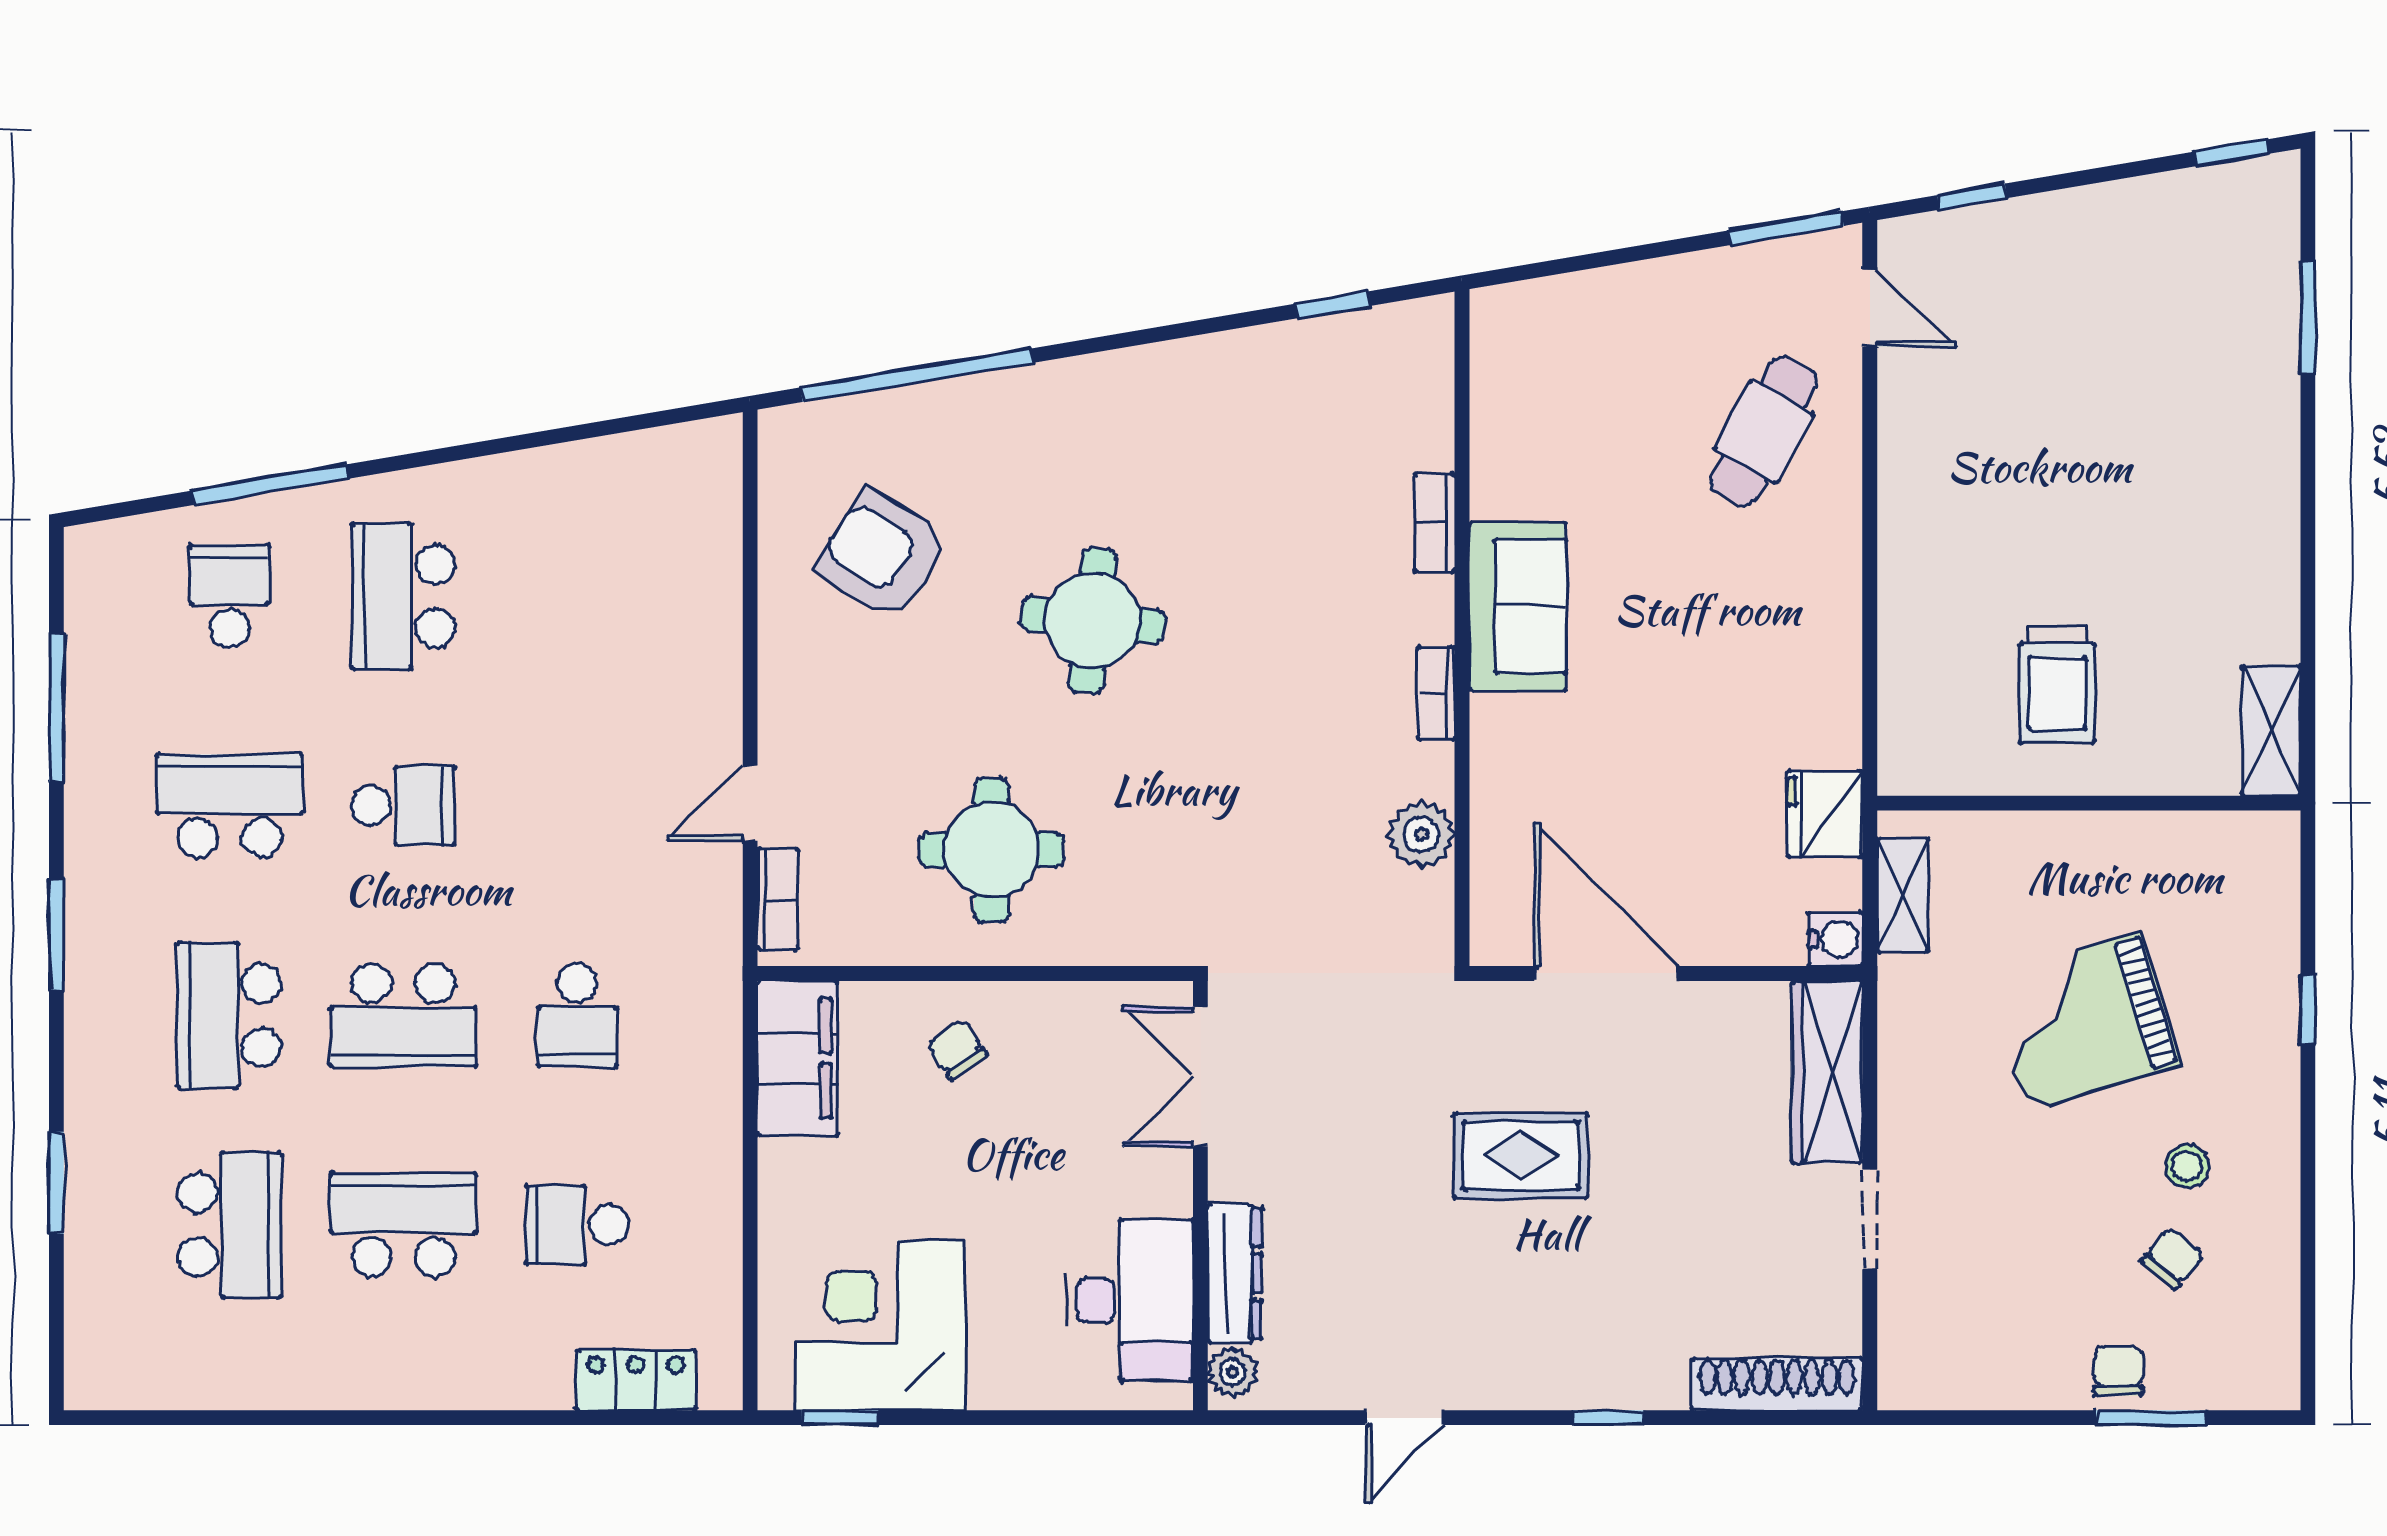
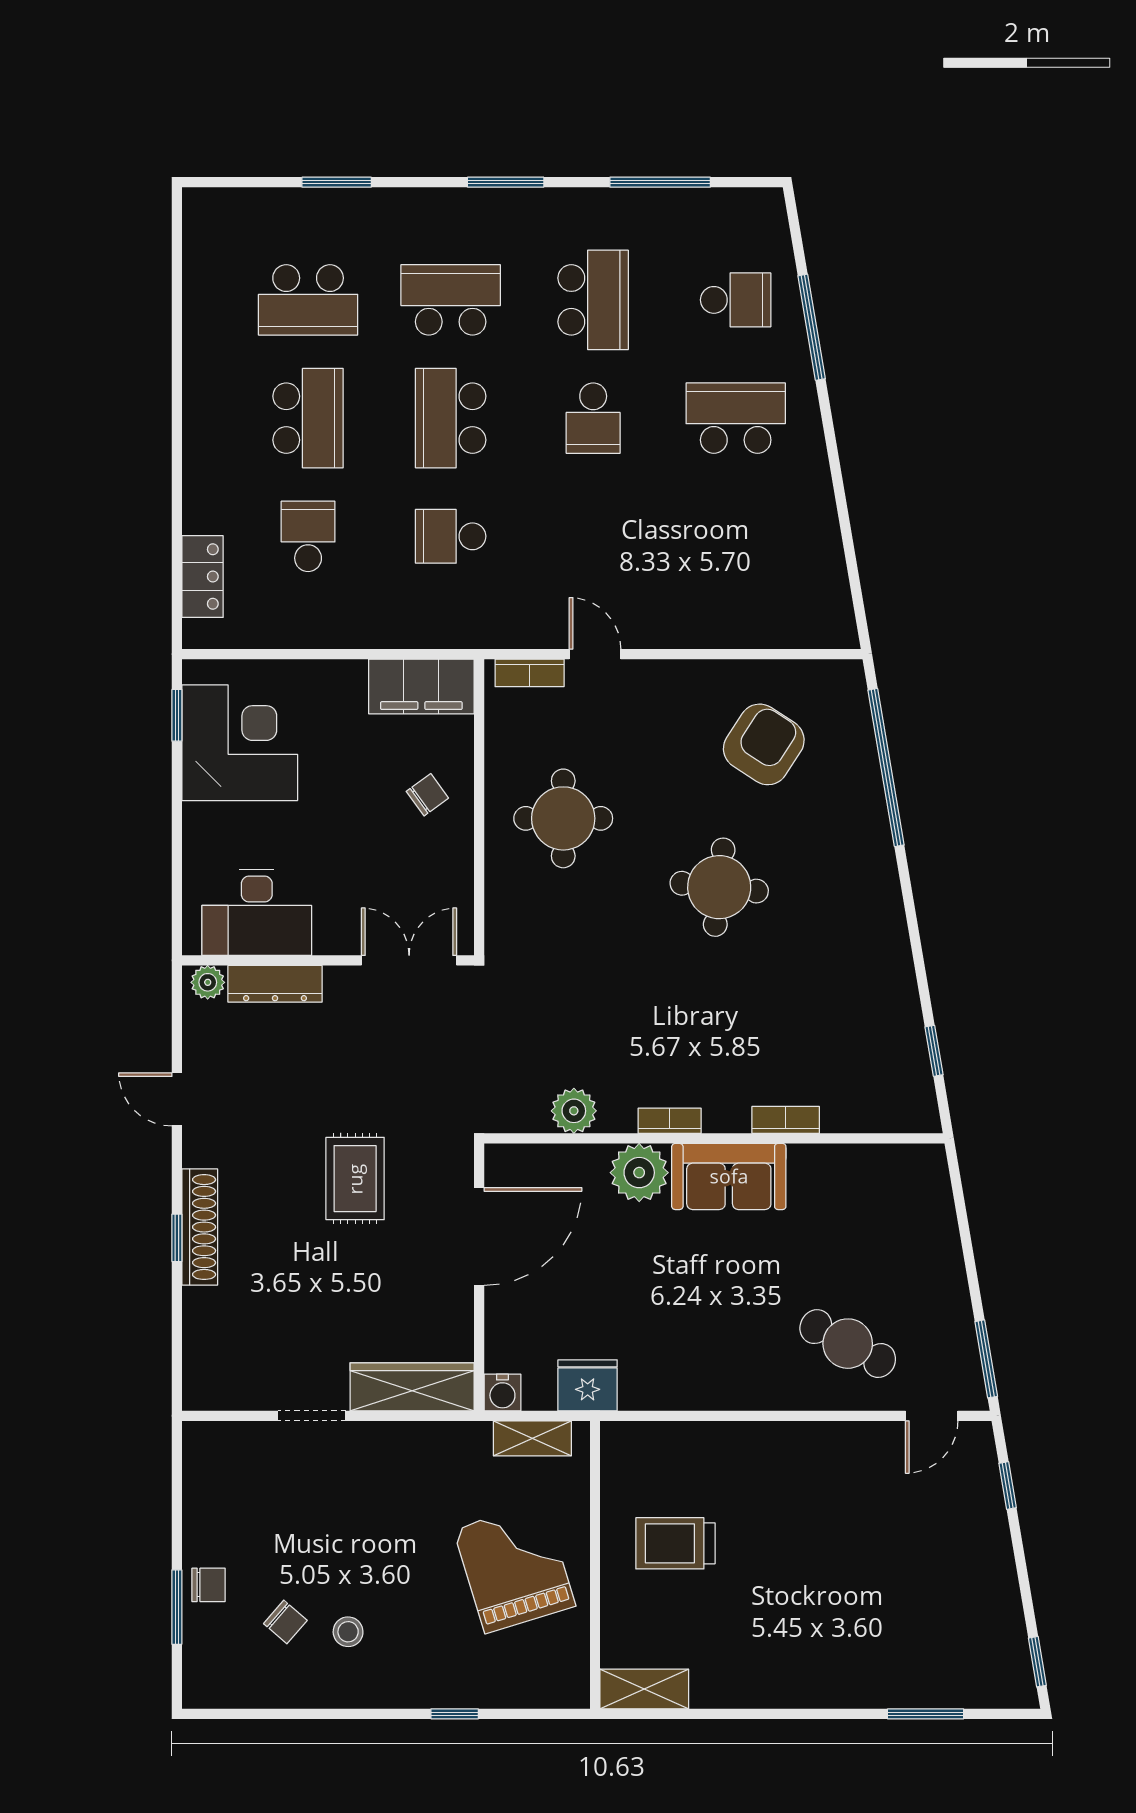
plant: (1512, 738) -> (639, 1173), added
grand piano: (2084, 1021) -> (514, 1567), moved
shoe rack: (1777, 1384) -> (200, 1227), moved

